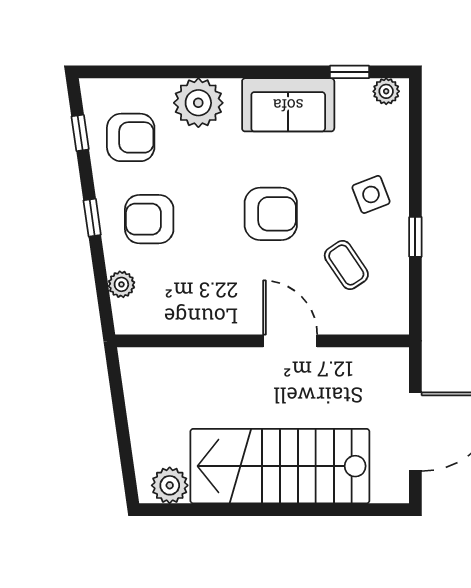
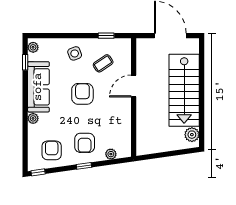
plant: (198, 103) -> (33, 118), width x0.53, depth x0.53
sofa: (288, 105) -> (38, 87), width x1.36
window: (80, 133) -> (38, 172), moved
window: (415, 237) -> (106, 36), moved

